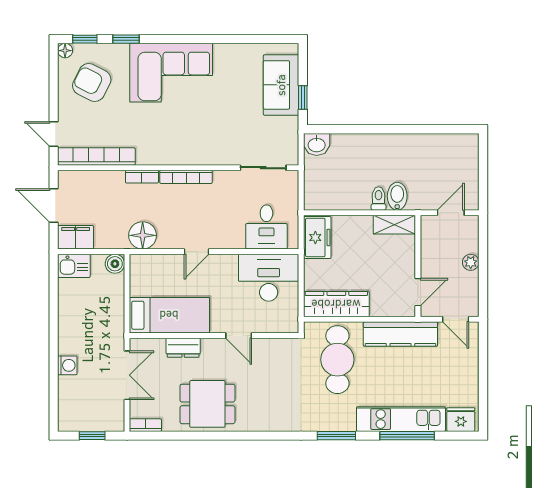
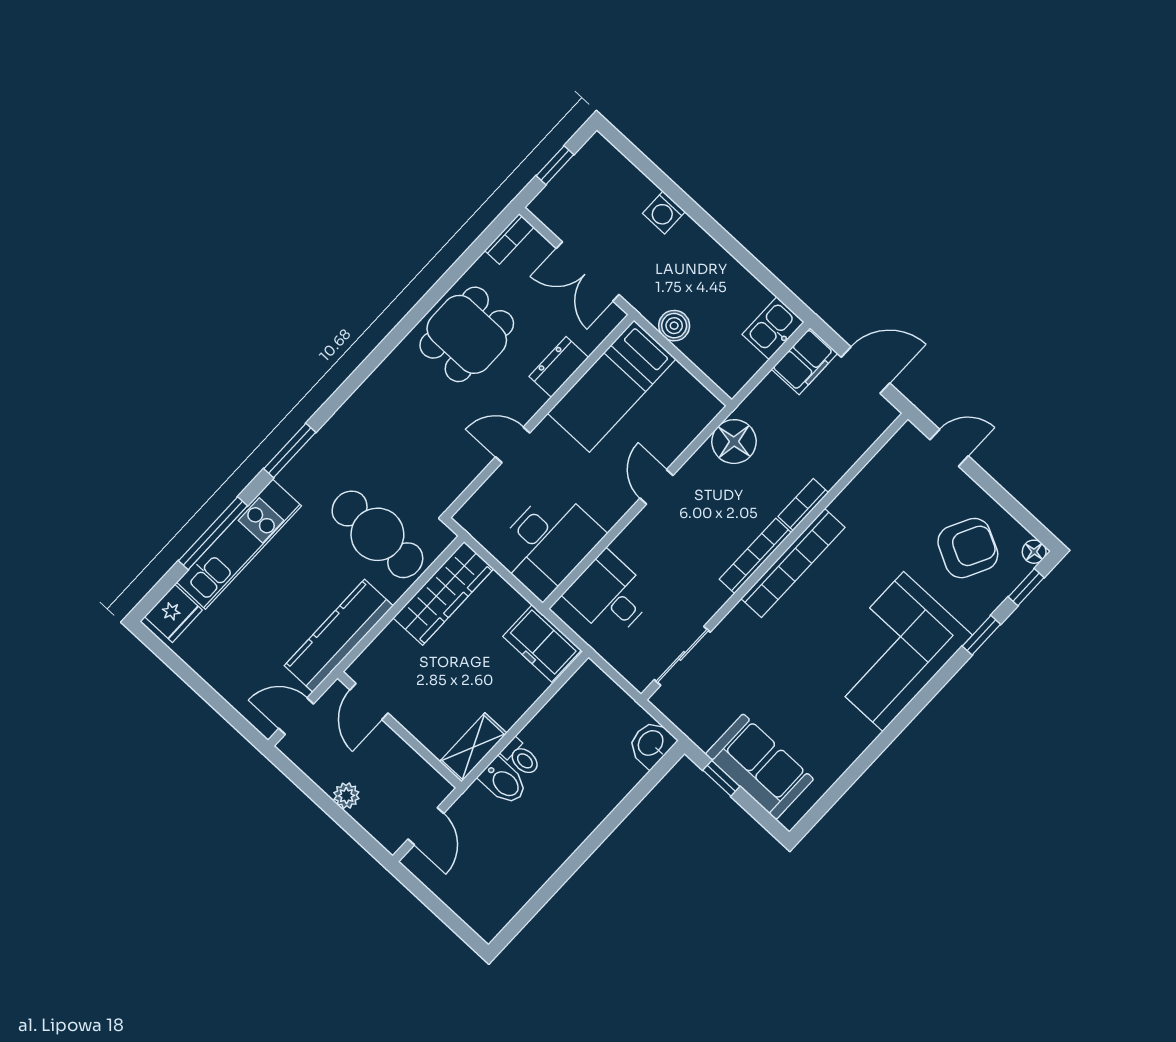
bookcase: (96, 156) -> (793, 563), moved
boiler: (115, 264) -> (674, 326), moved

